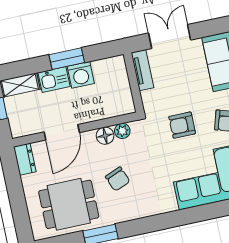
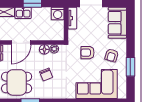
washing machine: (81, 75) -> (58, 14), moved

